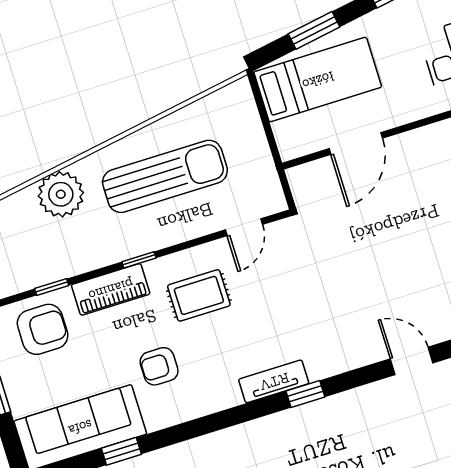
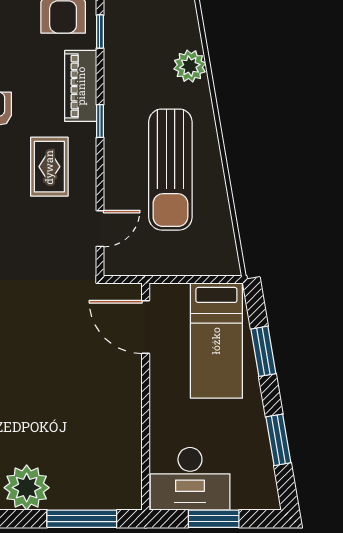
door: (356, 143) -> (146, 327), moved
plant: (61, 194) -> (190, 66), width x0.73, depth x0.73
door: (244, 227) -> (100, 229), swing flipped

